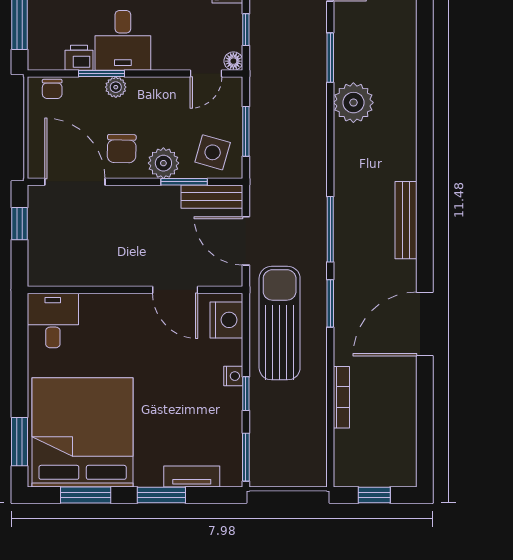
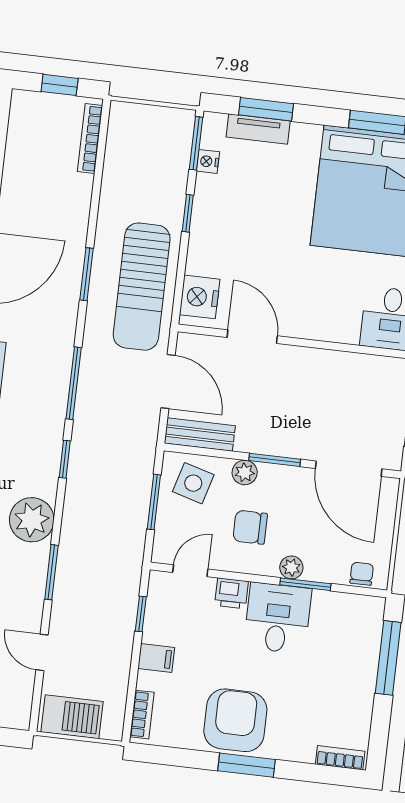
printer: (79, 58) -> (231, 593), moved
floor lamp: (233, 61) -> (159, 581), removed
chair: (122, 149) -> (250, 527), moved, turned -91
window: (330, 160) -> (65, 459), added
plant: (163, 163) -> (245, 472), width x0.73, depth x0.73
window: (184, 182) -> (275, 460), moved
window: (330, 303) -> (86, 274), moved
nightstand: (233, 376) -> (208, 161), moved
bookcase: (341, 397) -> (90, 138), moved
window: (161, 495) -> (266, 109), moved

